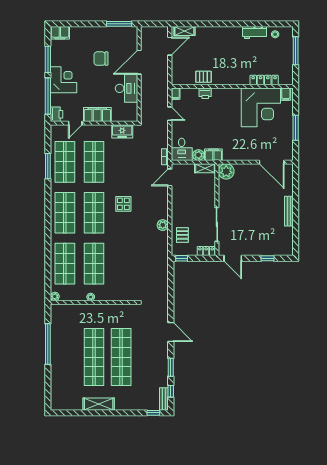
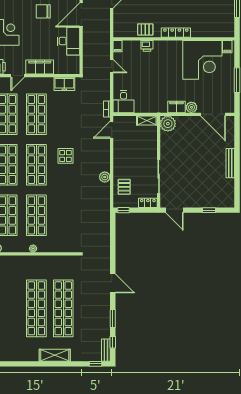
locker: (264, 80) -> (176, 33), moved
plant: (198, 155) -> (191, 107), moved
filing cabinet: (213, 155) -> (176, 107), moved
shelving: (99, 404) -> (55, 355), moved

